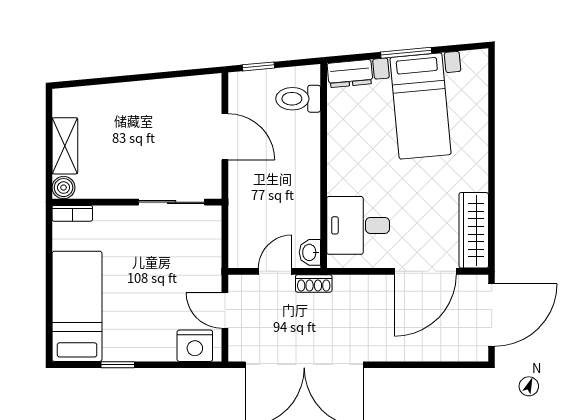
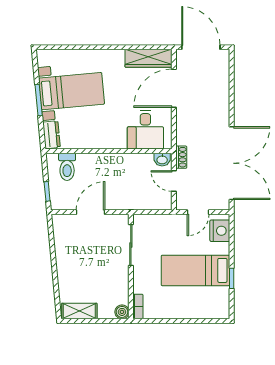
shelving: (65, 146) -> (79, 311), moved
door: (425, 271) -> (174, 88), swing flipped
bed: (77, 306) -> (195, 270), moved

